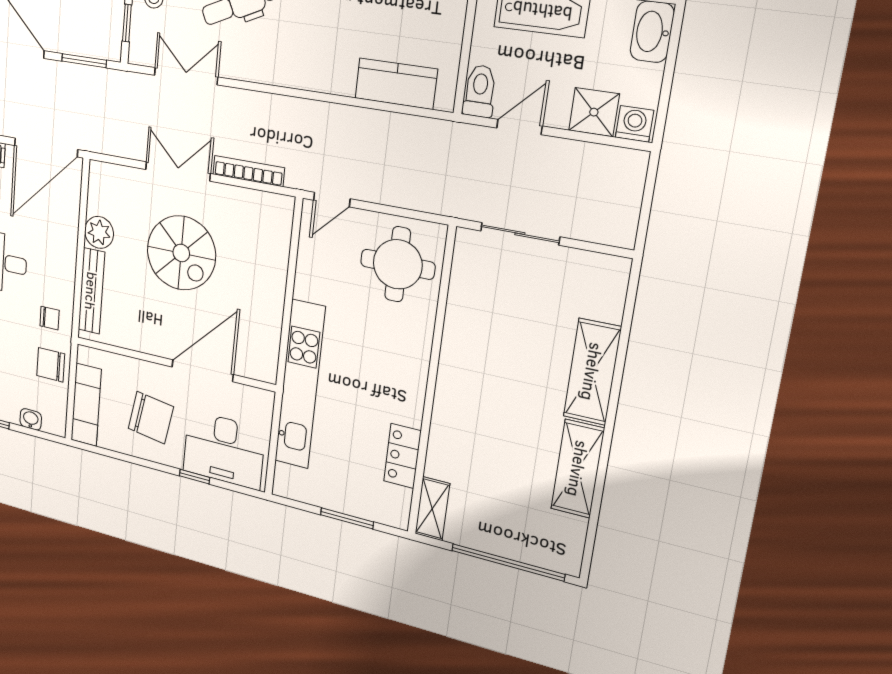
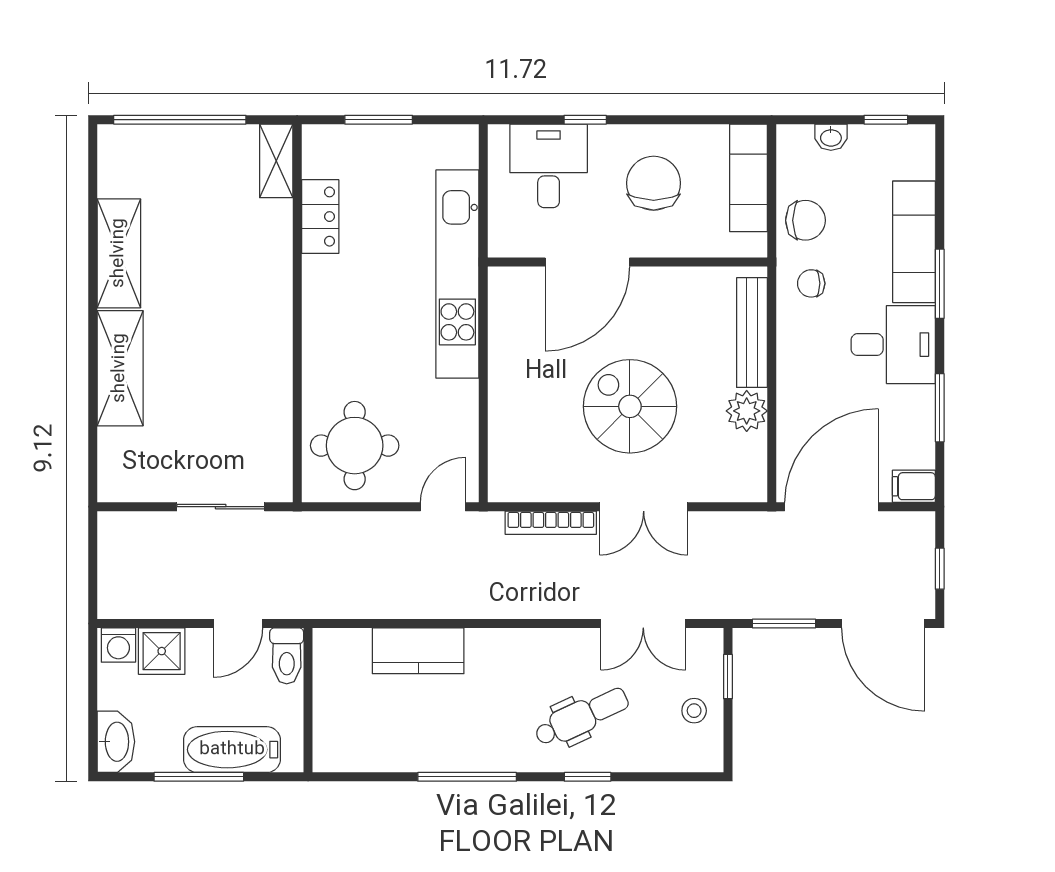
kitchen counter: (396, 84) -> (418, 651), moved
chair: (151, 418) -> (654, 183), turned 81
desk: (224, 450) -> (549, 166), width x0.73

